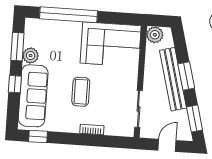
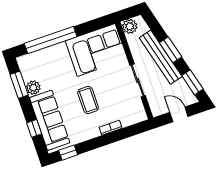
window: (15, 84) -> (34, 128), moved
sliding door: (138, 109) -> (138, 80), moved
door: (167, 145) -> (179, 114), hinge flipped

